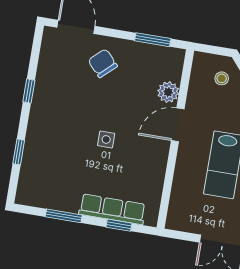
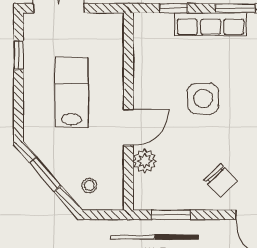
side table: (106, 139) -> (203, 99), width x1.87, depth x1.87
row of seats: (112, 209) -> (211, 24), moved

